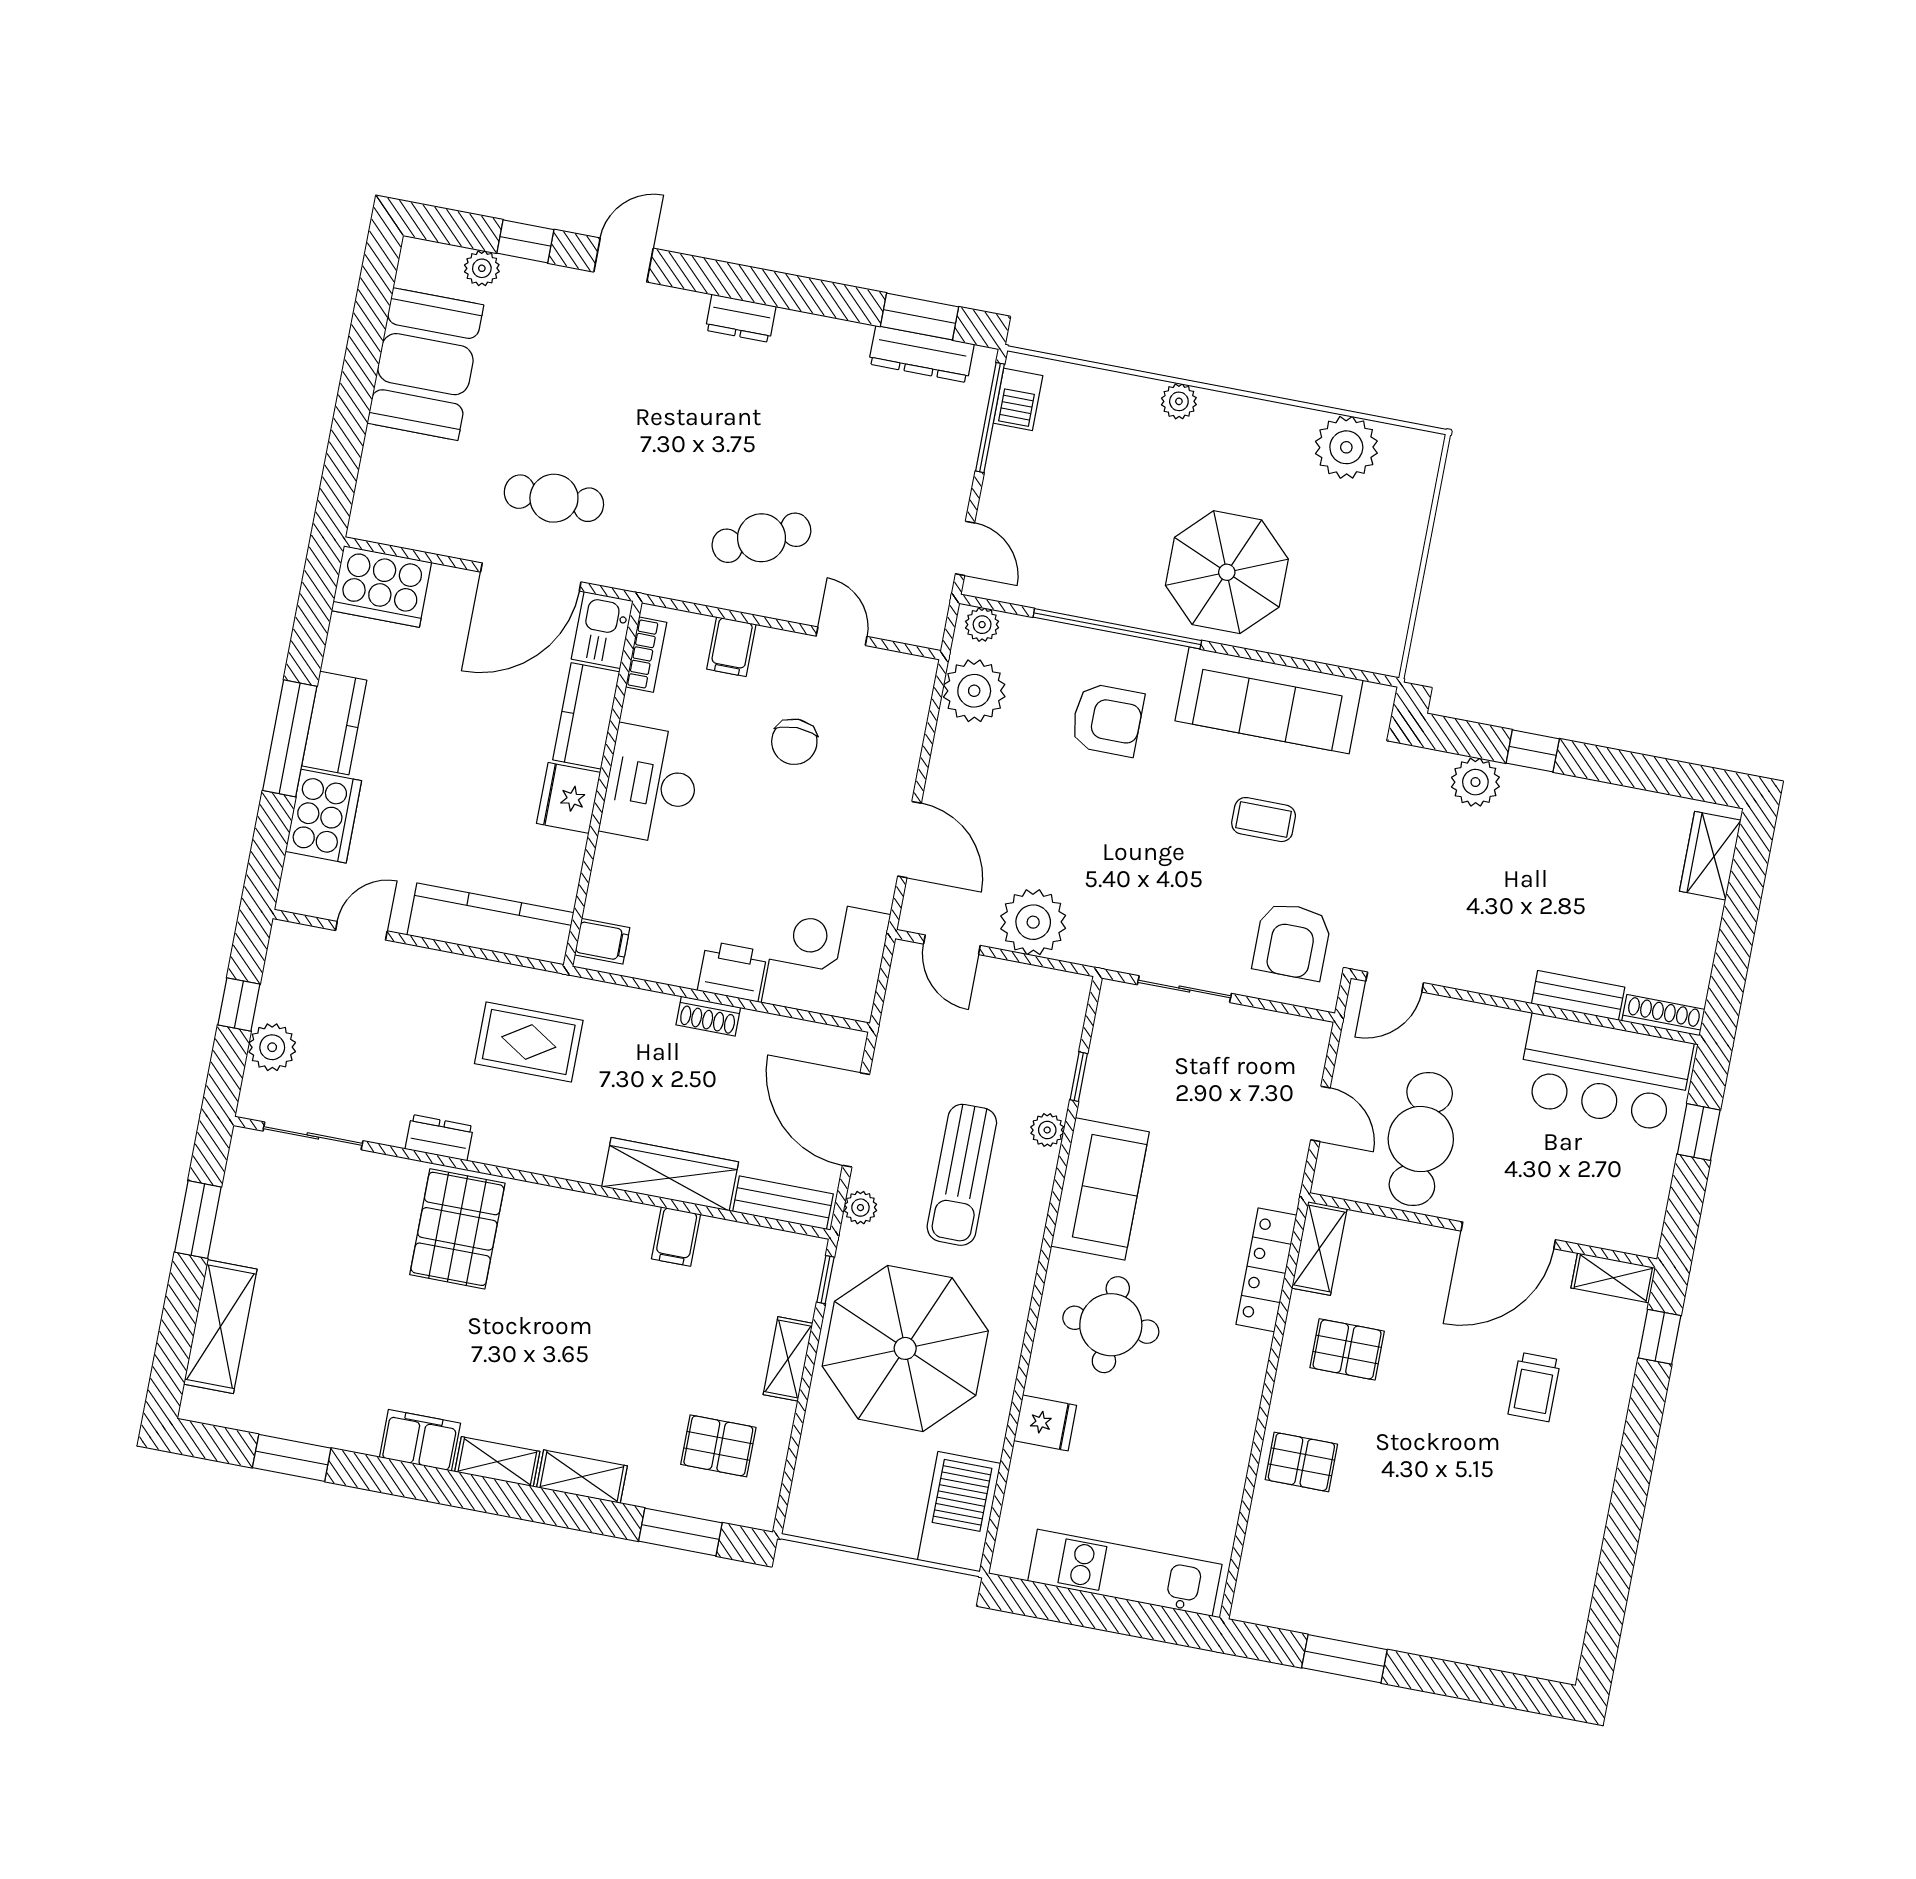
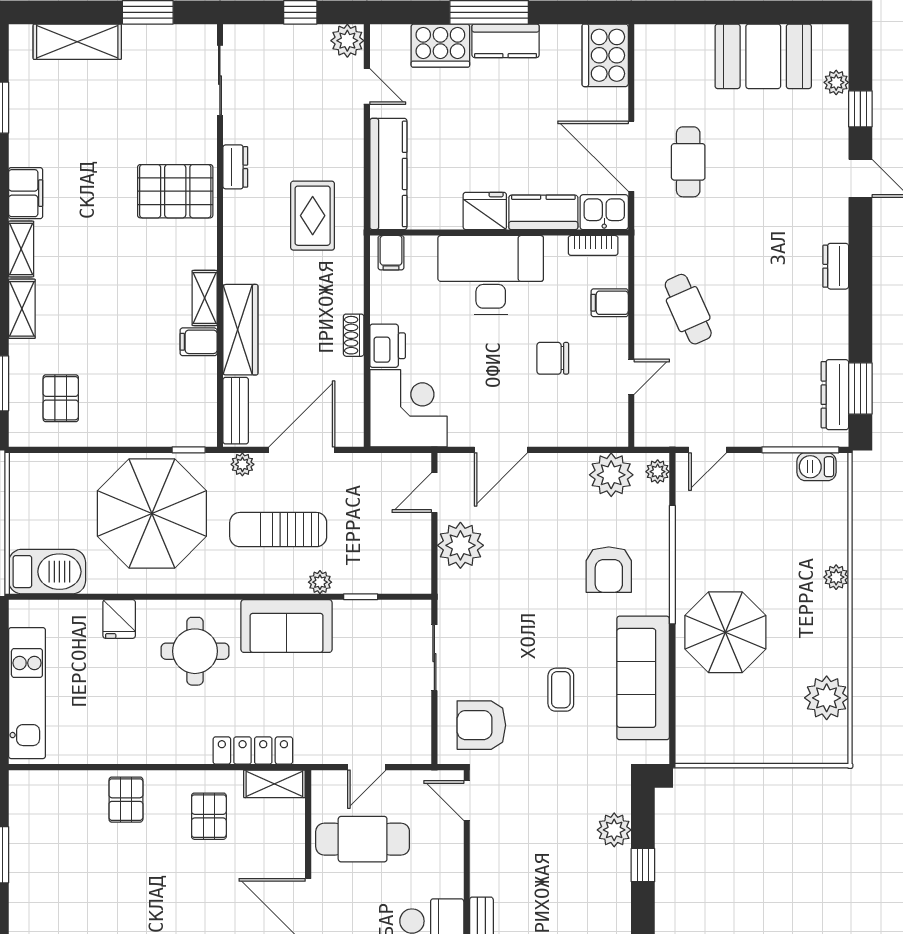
desk: (651, 785) -> (491, 275), width x1.36, depth x1.30
plant: (272, 1047) -> (347, 41), moved
shelving: (788, 1359) -> (205, 298), moved, turned 90

